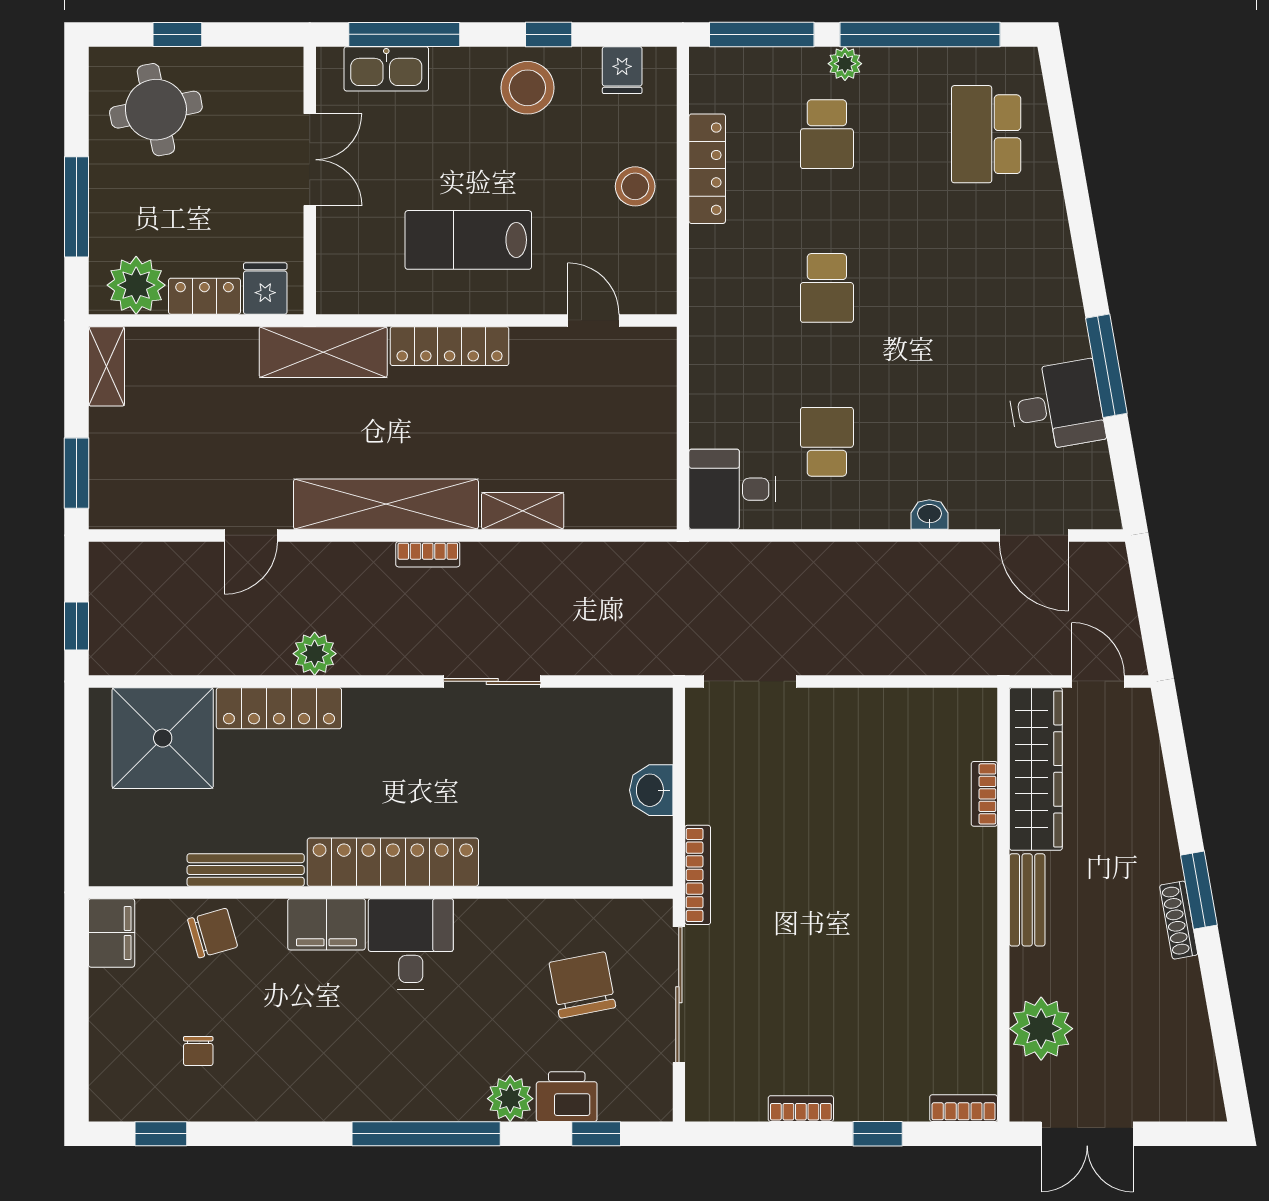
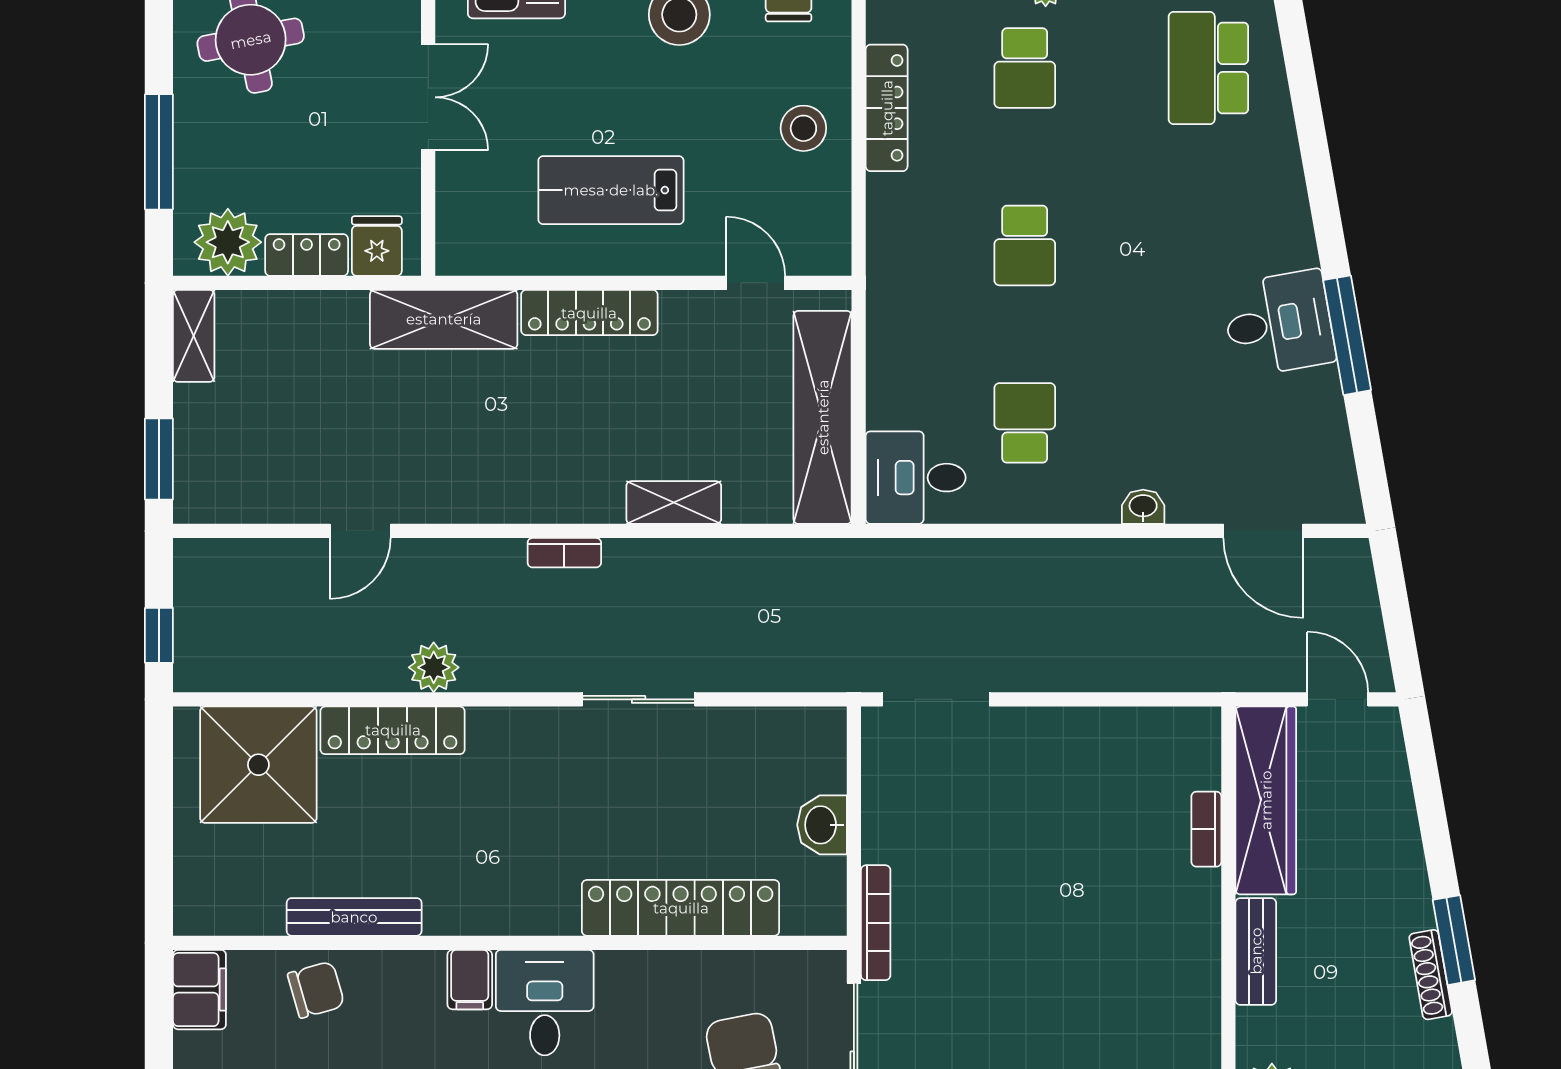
desk: (1056, 406) -> (1279, 323), moved
shelving: (386, 504) -> (823, 417), moved, turned 90
locker: (393, 862) -> (681, 908), moved
filing cabinet: (327, 924) -> (470, 980), width x0.50

